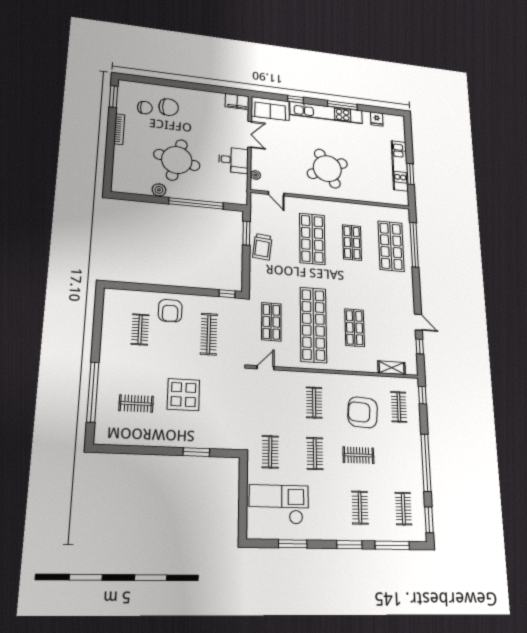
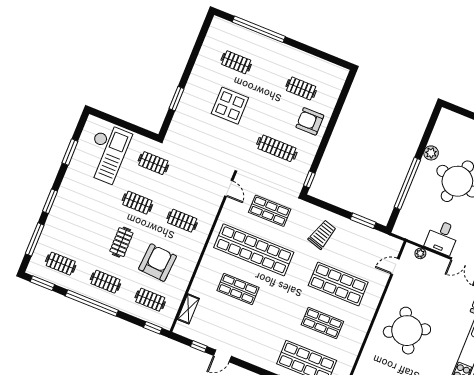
trolley: (262, 247) -> (322, 235), moved, turned 101
clothes rail: (136, 404) -> (236, 62), turned 90
clothes rail: (360, 508) -> (105, 282), moved

